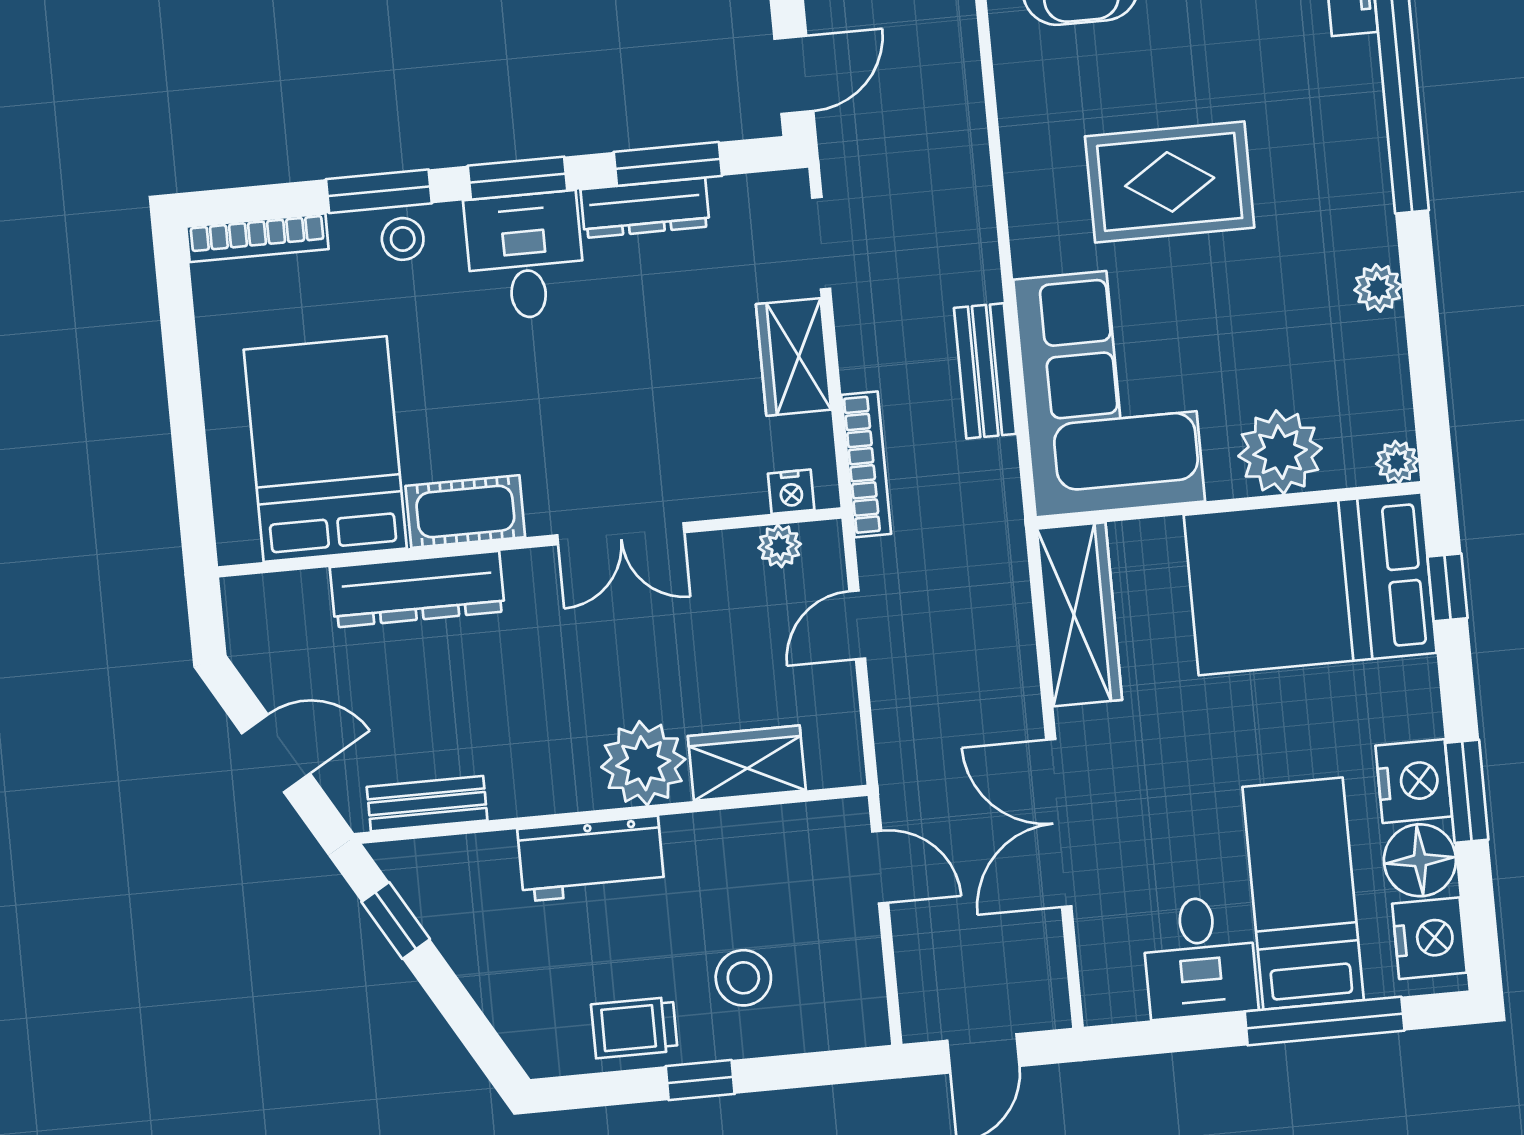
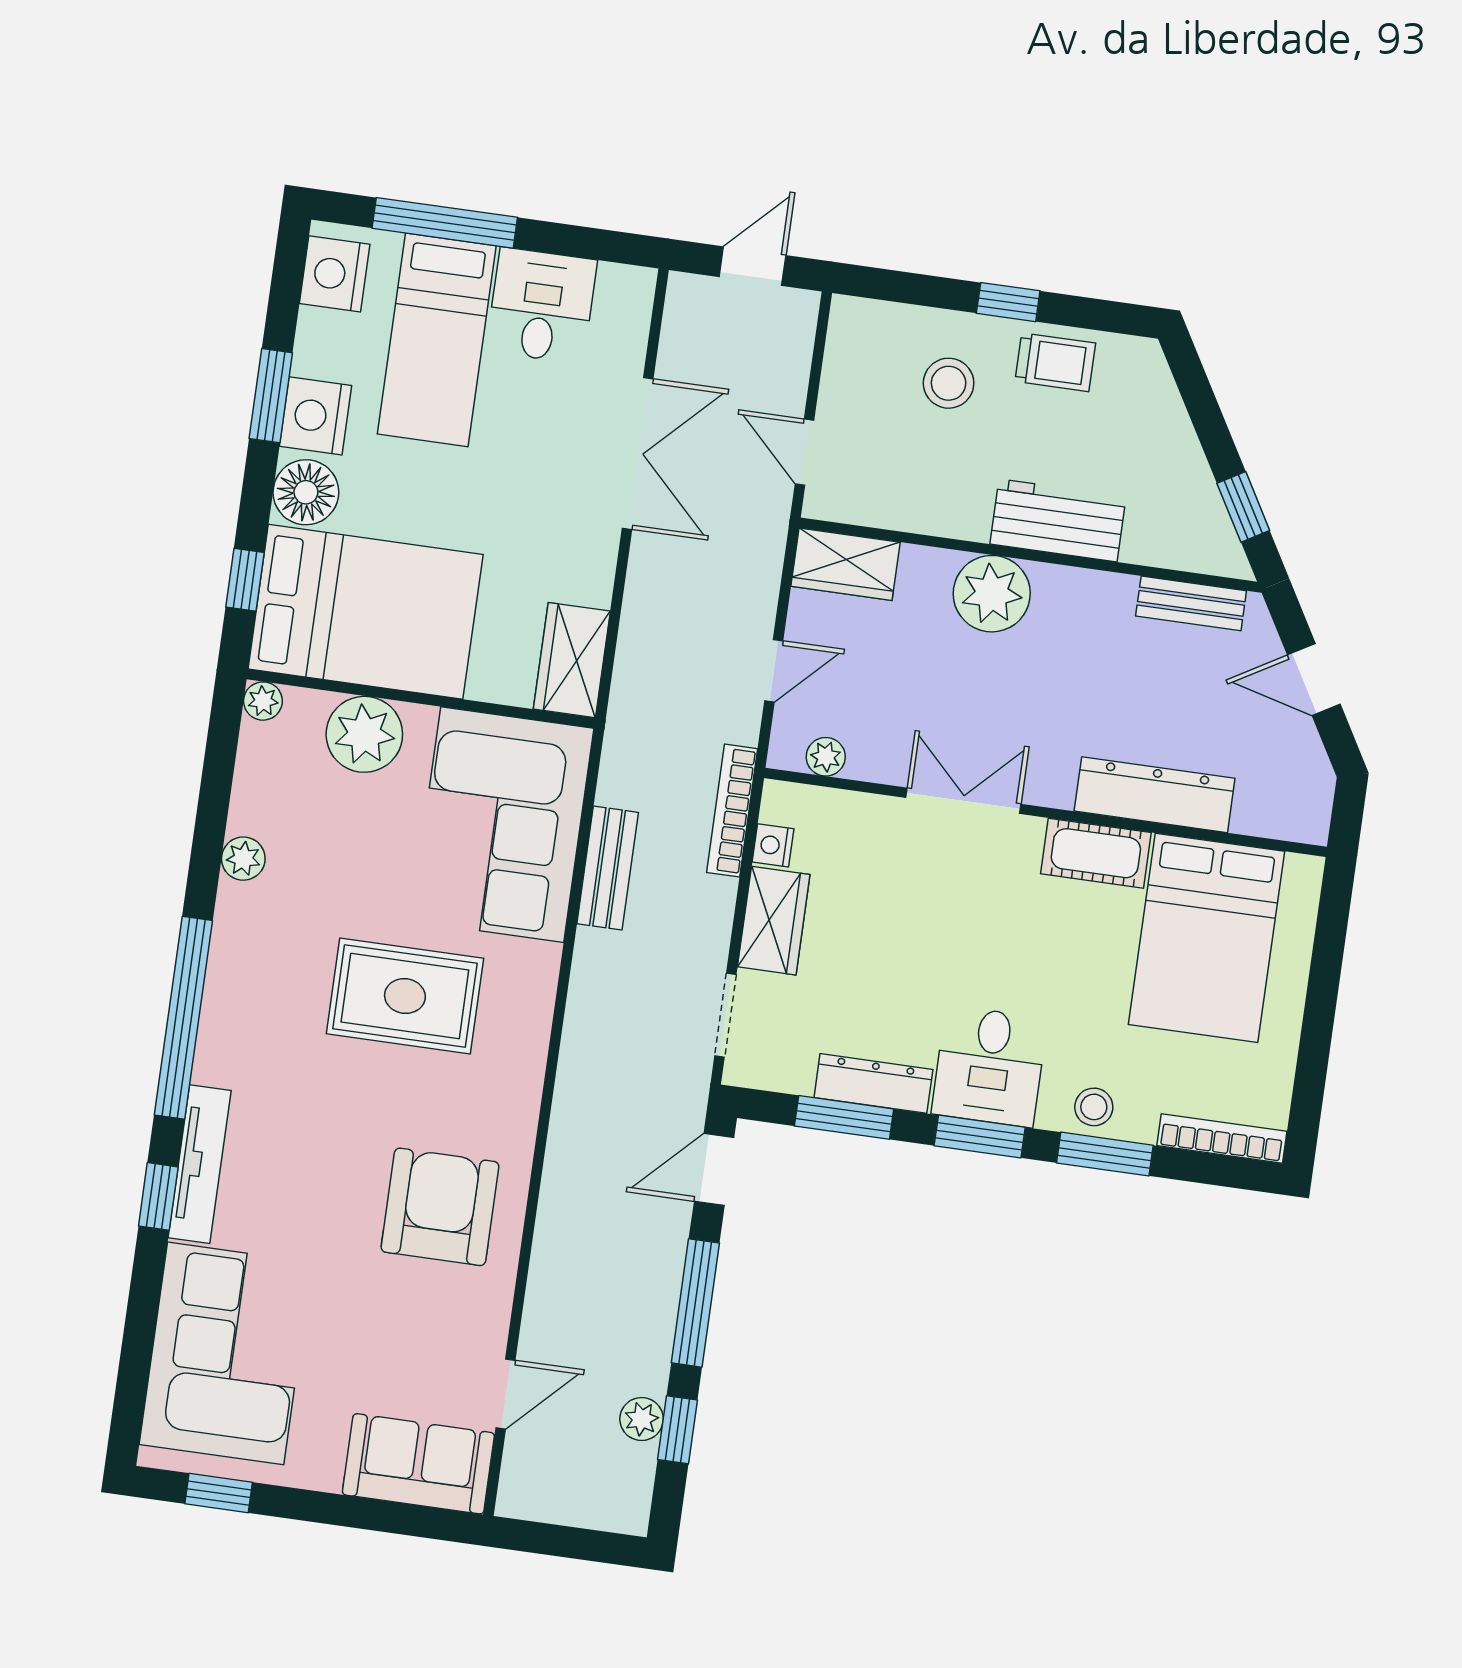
nightstand: (791, 492) -> (773, 845), moved, turned -90
wardrobe: (1079, 614) -> (572, 660), width x0.67
wardrobe: (747, 763) -> (845, 564), moved
floor lamp: (1420, 860) -> (306, 492), moved

